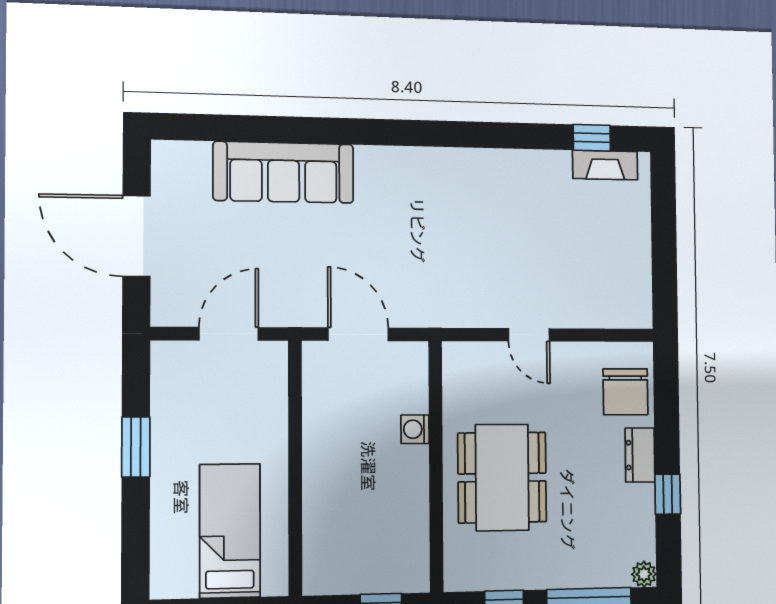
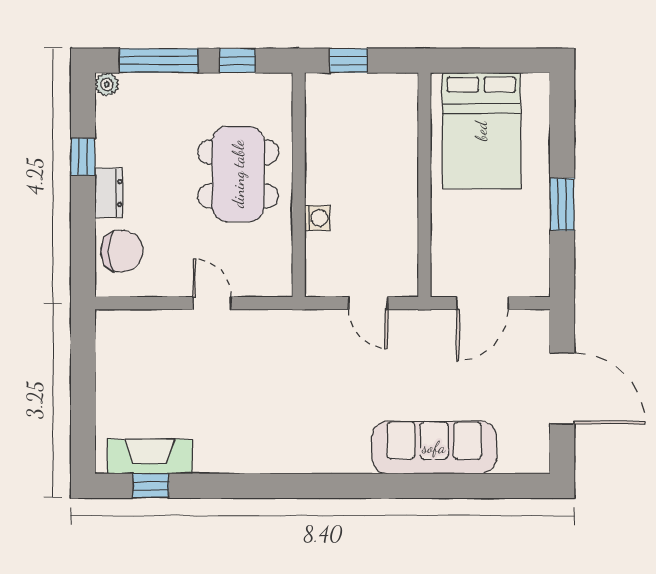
fireplace: (605, 165) -> (150, 456), width x1.37, depth x1.32
door: (358, 334) -> (368, 303), width x0.73
chair: (625, 392) -> (122, 251), turned 90
bed: (230, 531) -> (481, 131), width x1.50

